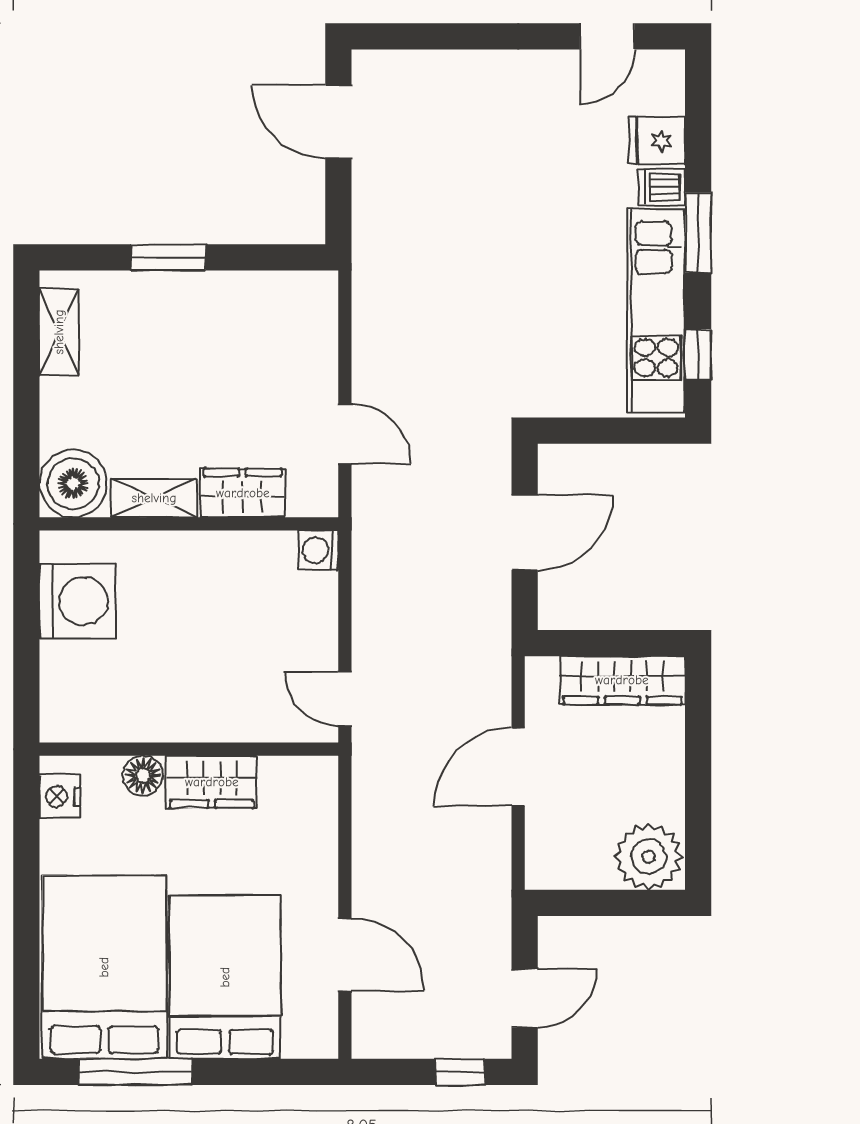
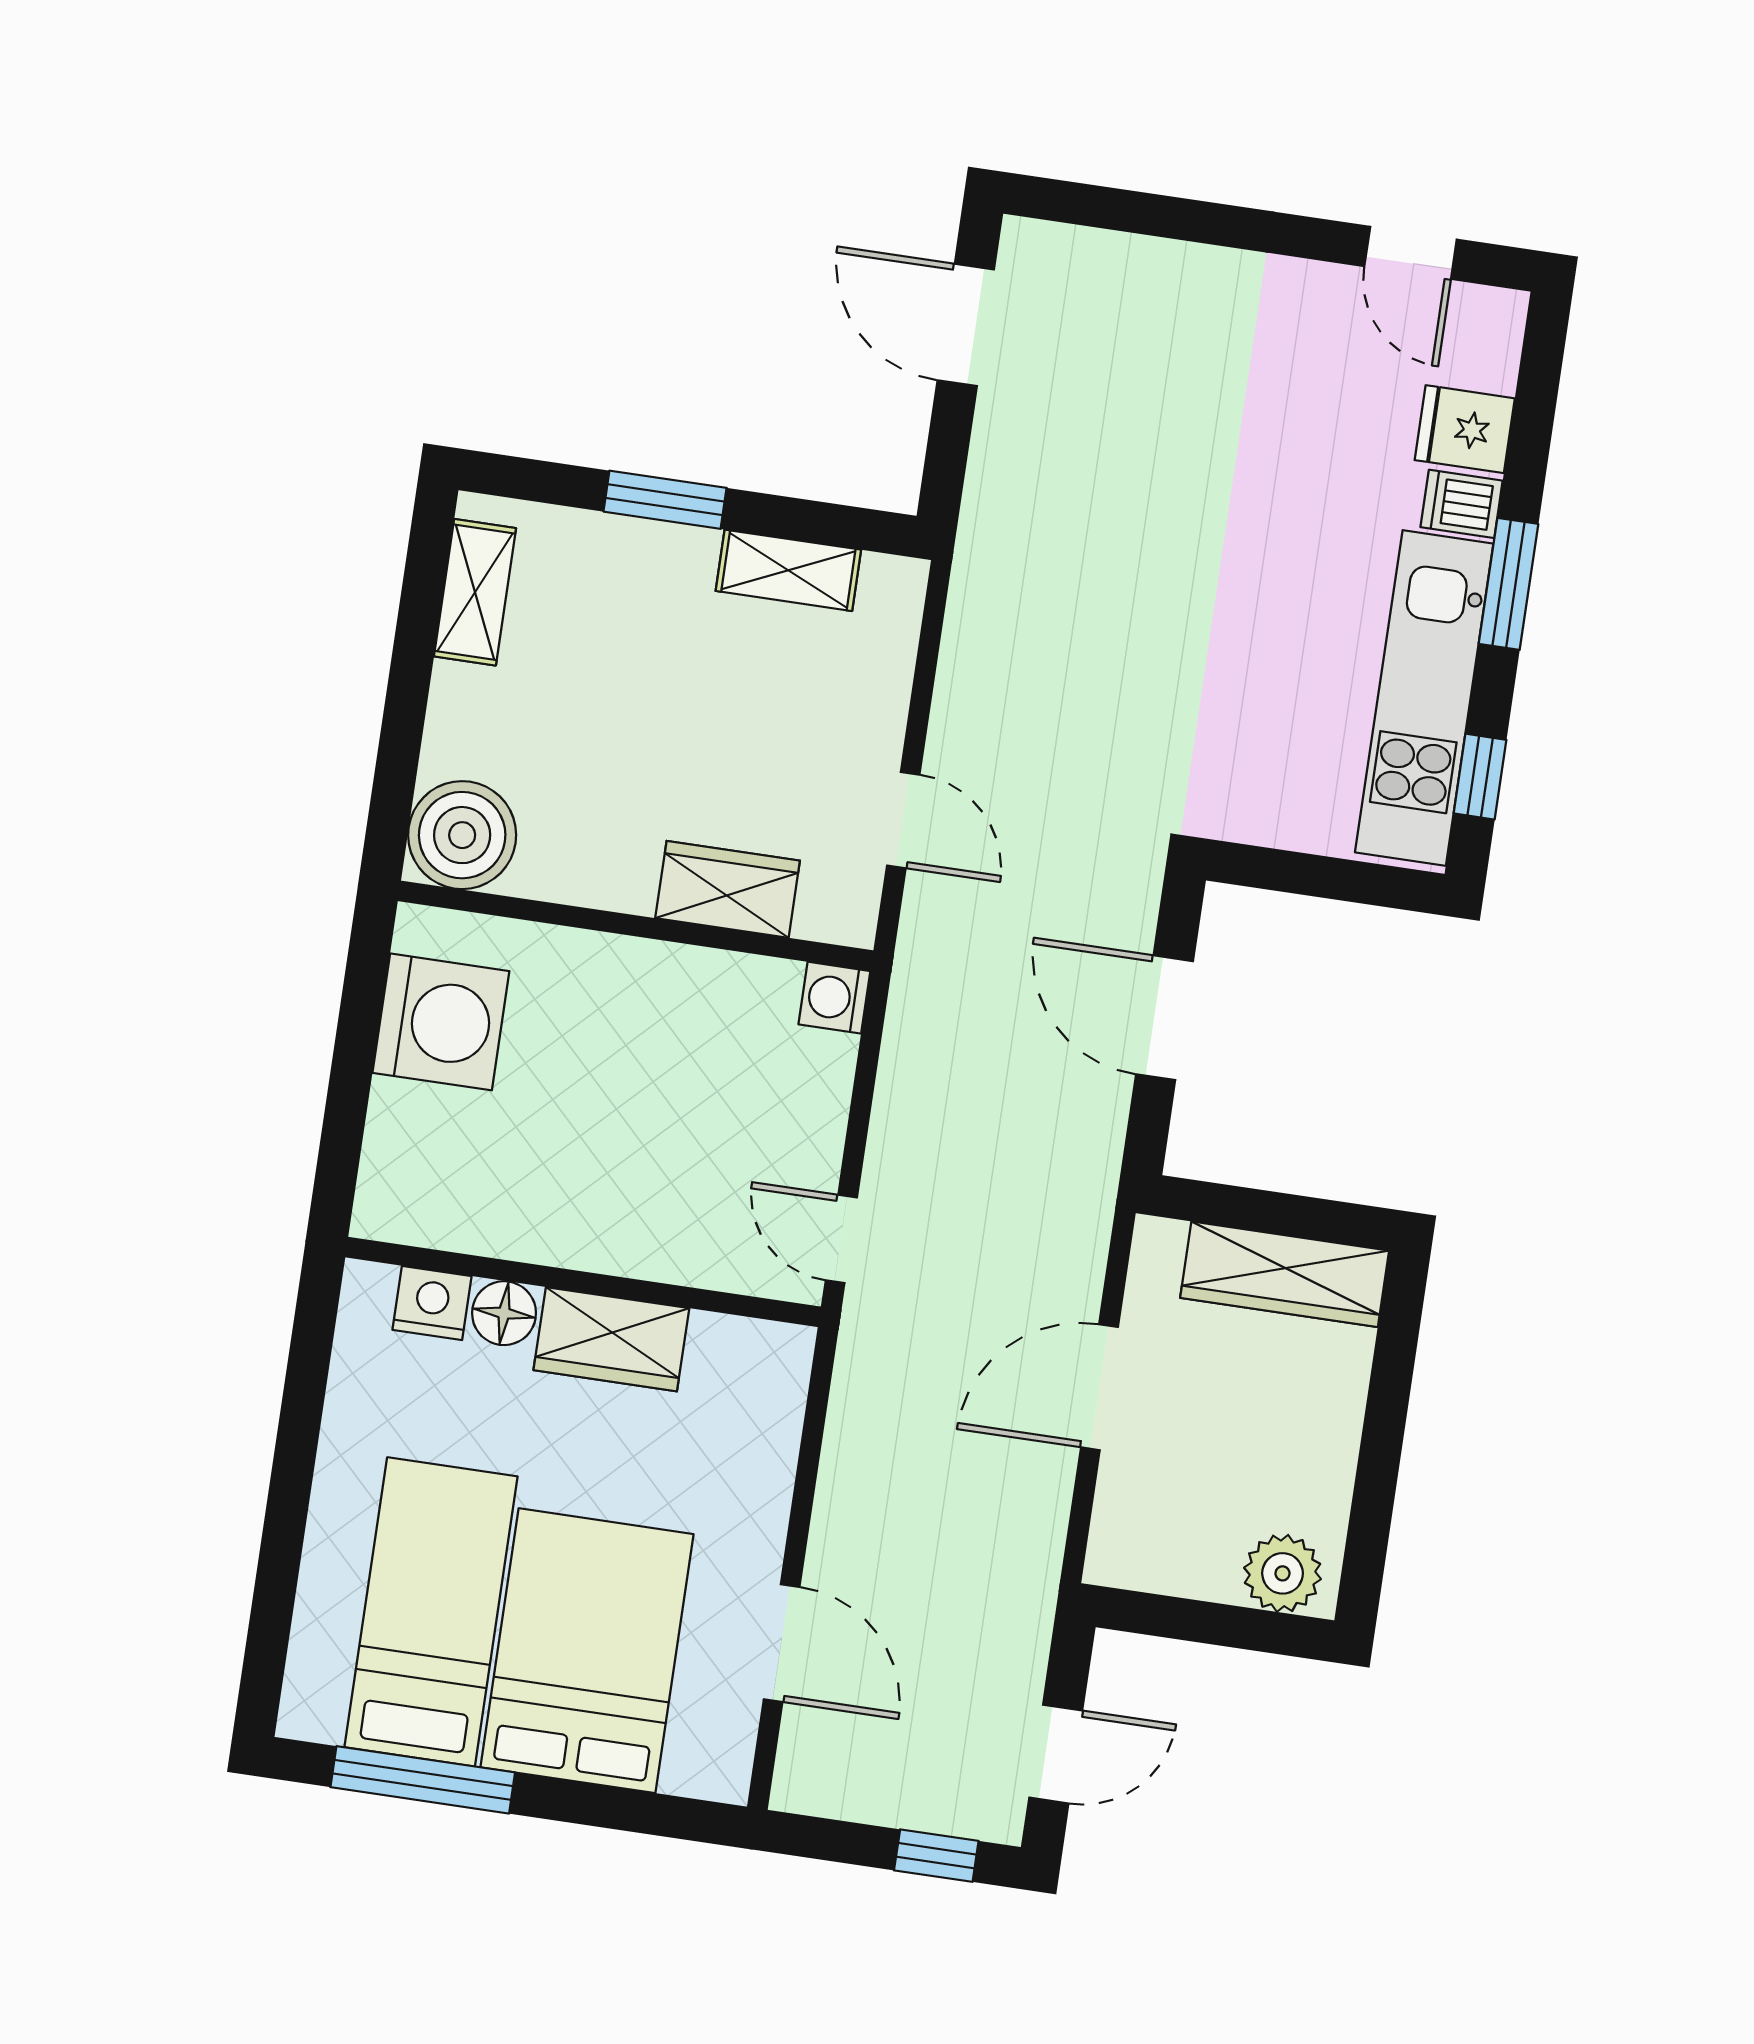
door: (607, 36) -> (1411, 253), hinge flipped
shelving: (154, 498) -> (788, 570), moved
door: (525, 532) -> (1164, 1018), swing flipped
nightstand: (60, 796) -> (432, 1303), moved, turned 90
plant: (649, 857) -> (1283, 1573), width x0.73, depth x0.73
bed: (104, 967) -> (431, 1612), width x0.67

